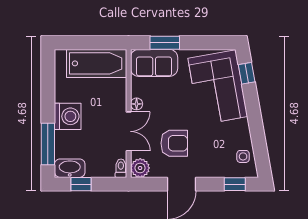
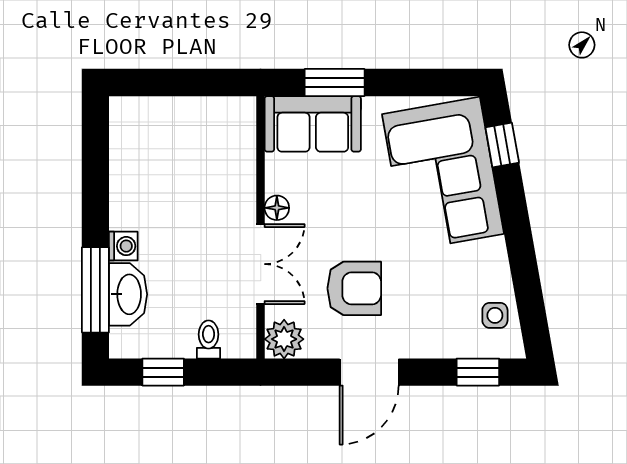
bathtub: (97, 63) -> (195, 125), removed
washing machine: (68, 116) -> (123, 246), width x0.53, depth x0.53
washbasin: (70, 168) -> (128, 294), moved, turned 90
toilet: (121, 168) -> (209, 339), moved

